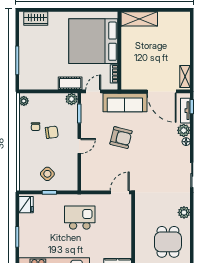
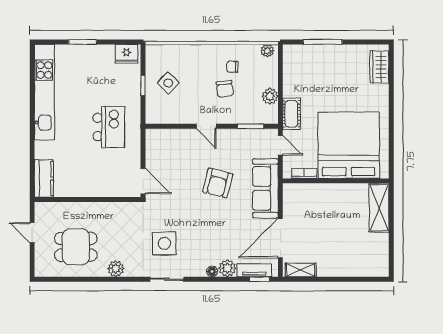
plant: (72, 99) -> (270, 96), moved
side table: (165, 177) -> (164, 243), added

